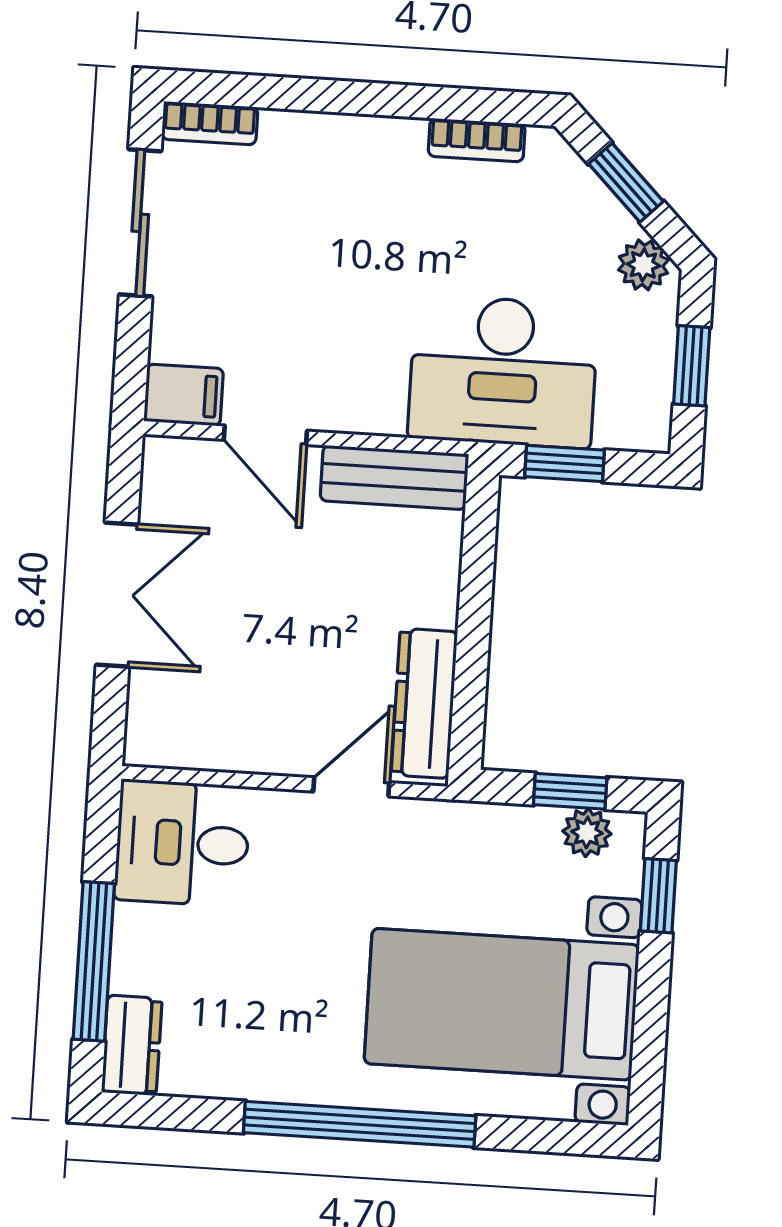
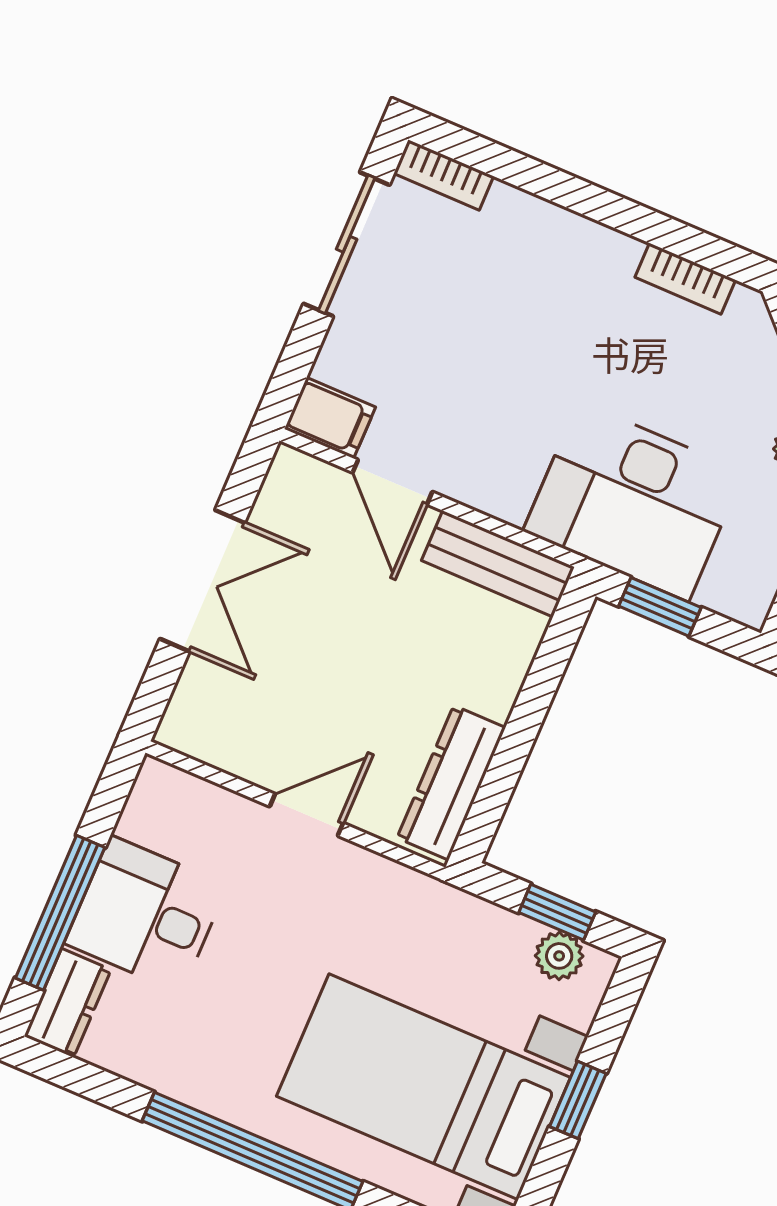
door: (351, 787) -> (306, 815), moved
desk: (182, 843) -> (146, 914), moved
window: (658, 896) -> (578, 1100), moved

